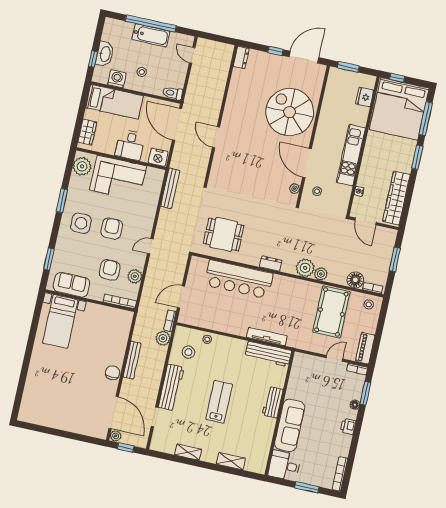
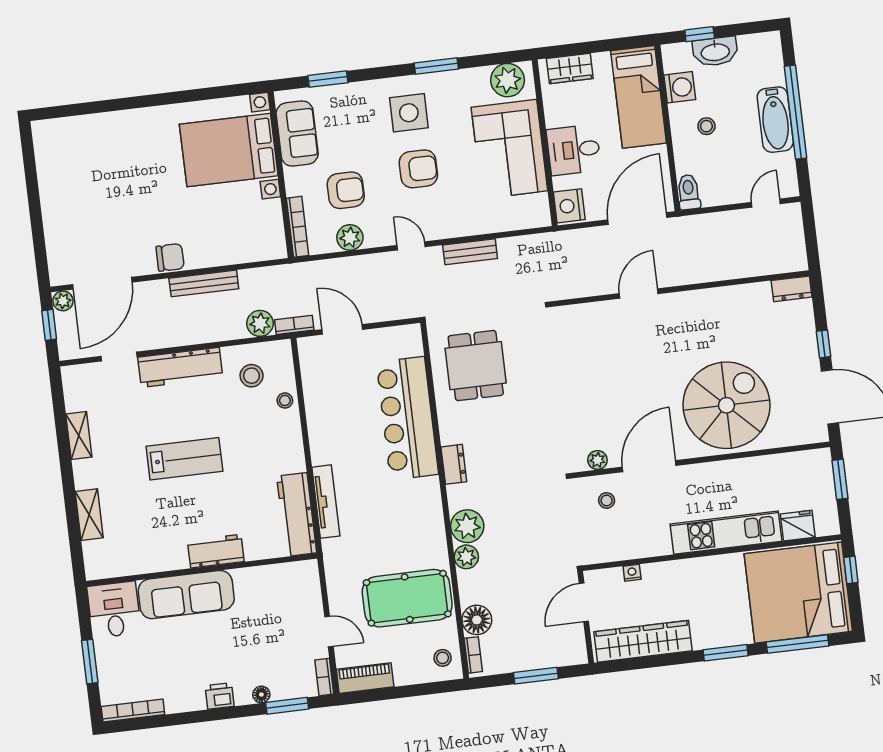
kitchen unit: (351, 155) -> (726, 533), moved
bench: (170, 188) -> (470, 252), moved, width x0.73
bed with nightstands: (60, 321) -> (229, 150), width x1.36

